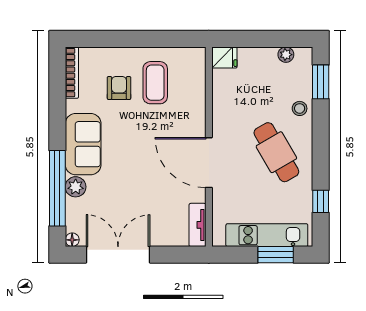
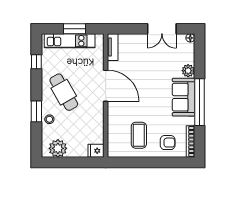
plant: (286, 55) -> (58, 148), width x1.88, depth x1.88
window: (321, 82) -> (36, 111), moved
armchair: (119, 88) -> (168, 143), moved, turned -90
window: (57, 188) -> (199, 102), moved
double door: (118, 255) -> (162, 29), width x0.73
window: (276, 255) -> (75, 29), moved

